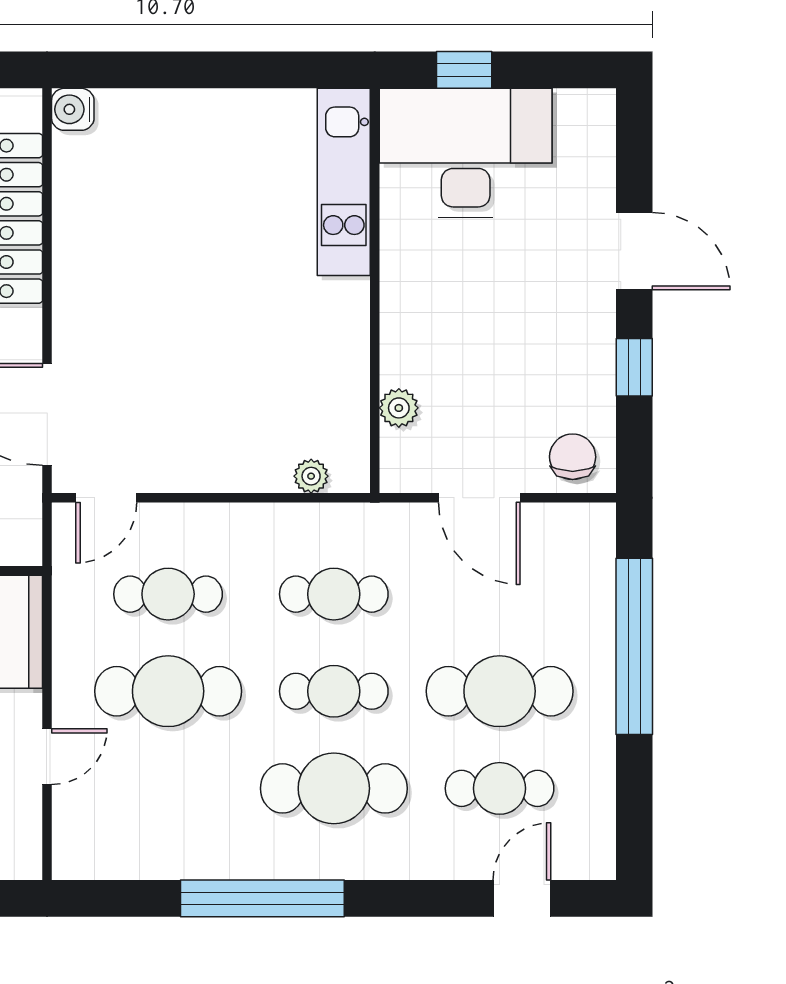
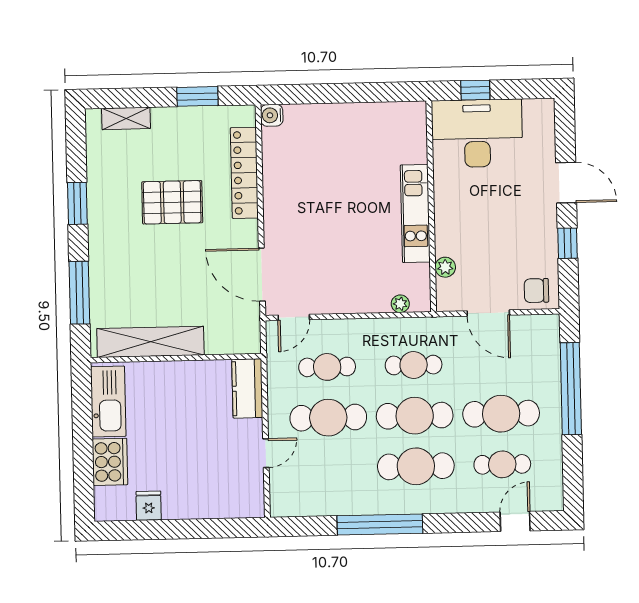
kitchen unit: (344, 182) -> (415, 213), moved
chair: (573, 457) -> (536, 291), turned -90
cafe table: (334, 691) -> (415, 416), width x1.37, depth x1.35

